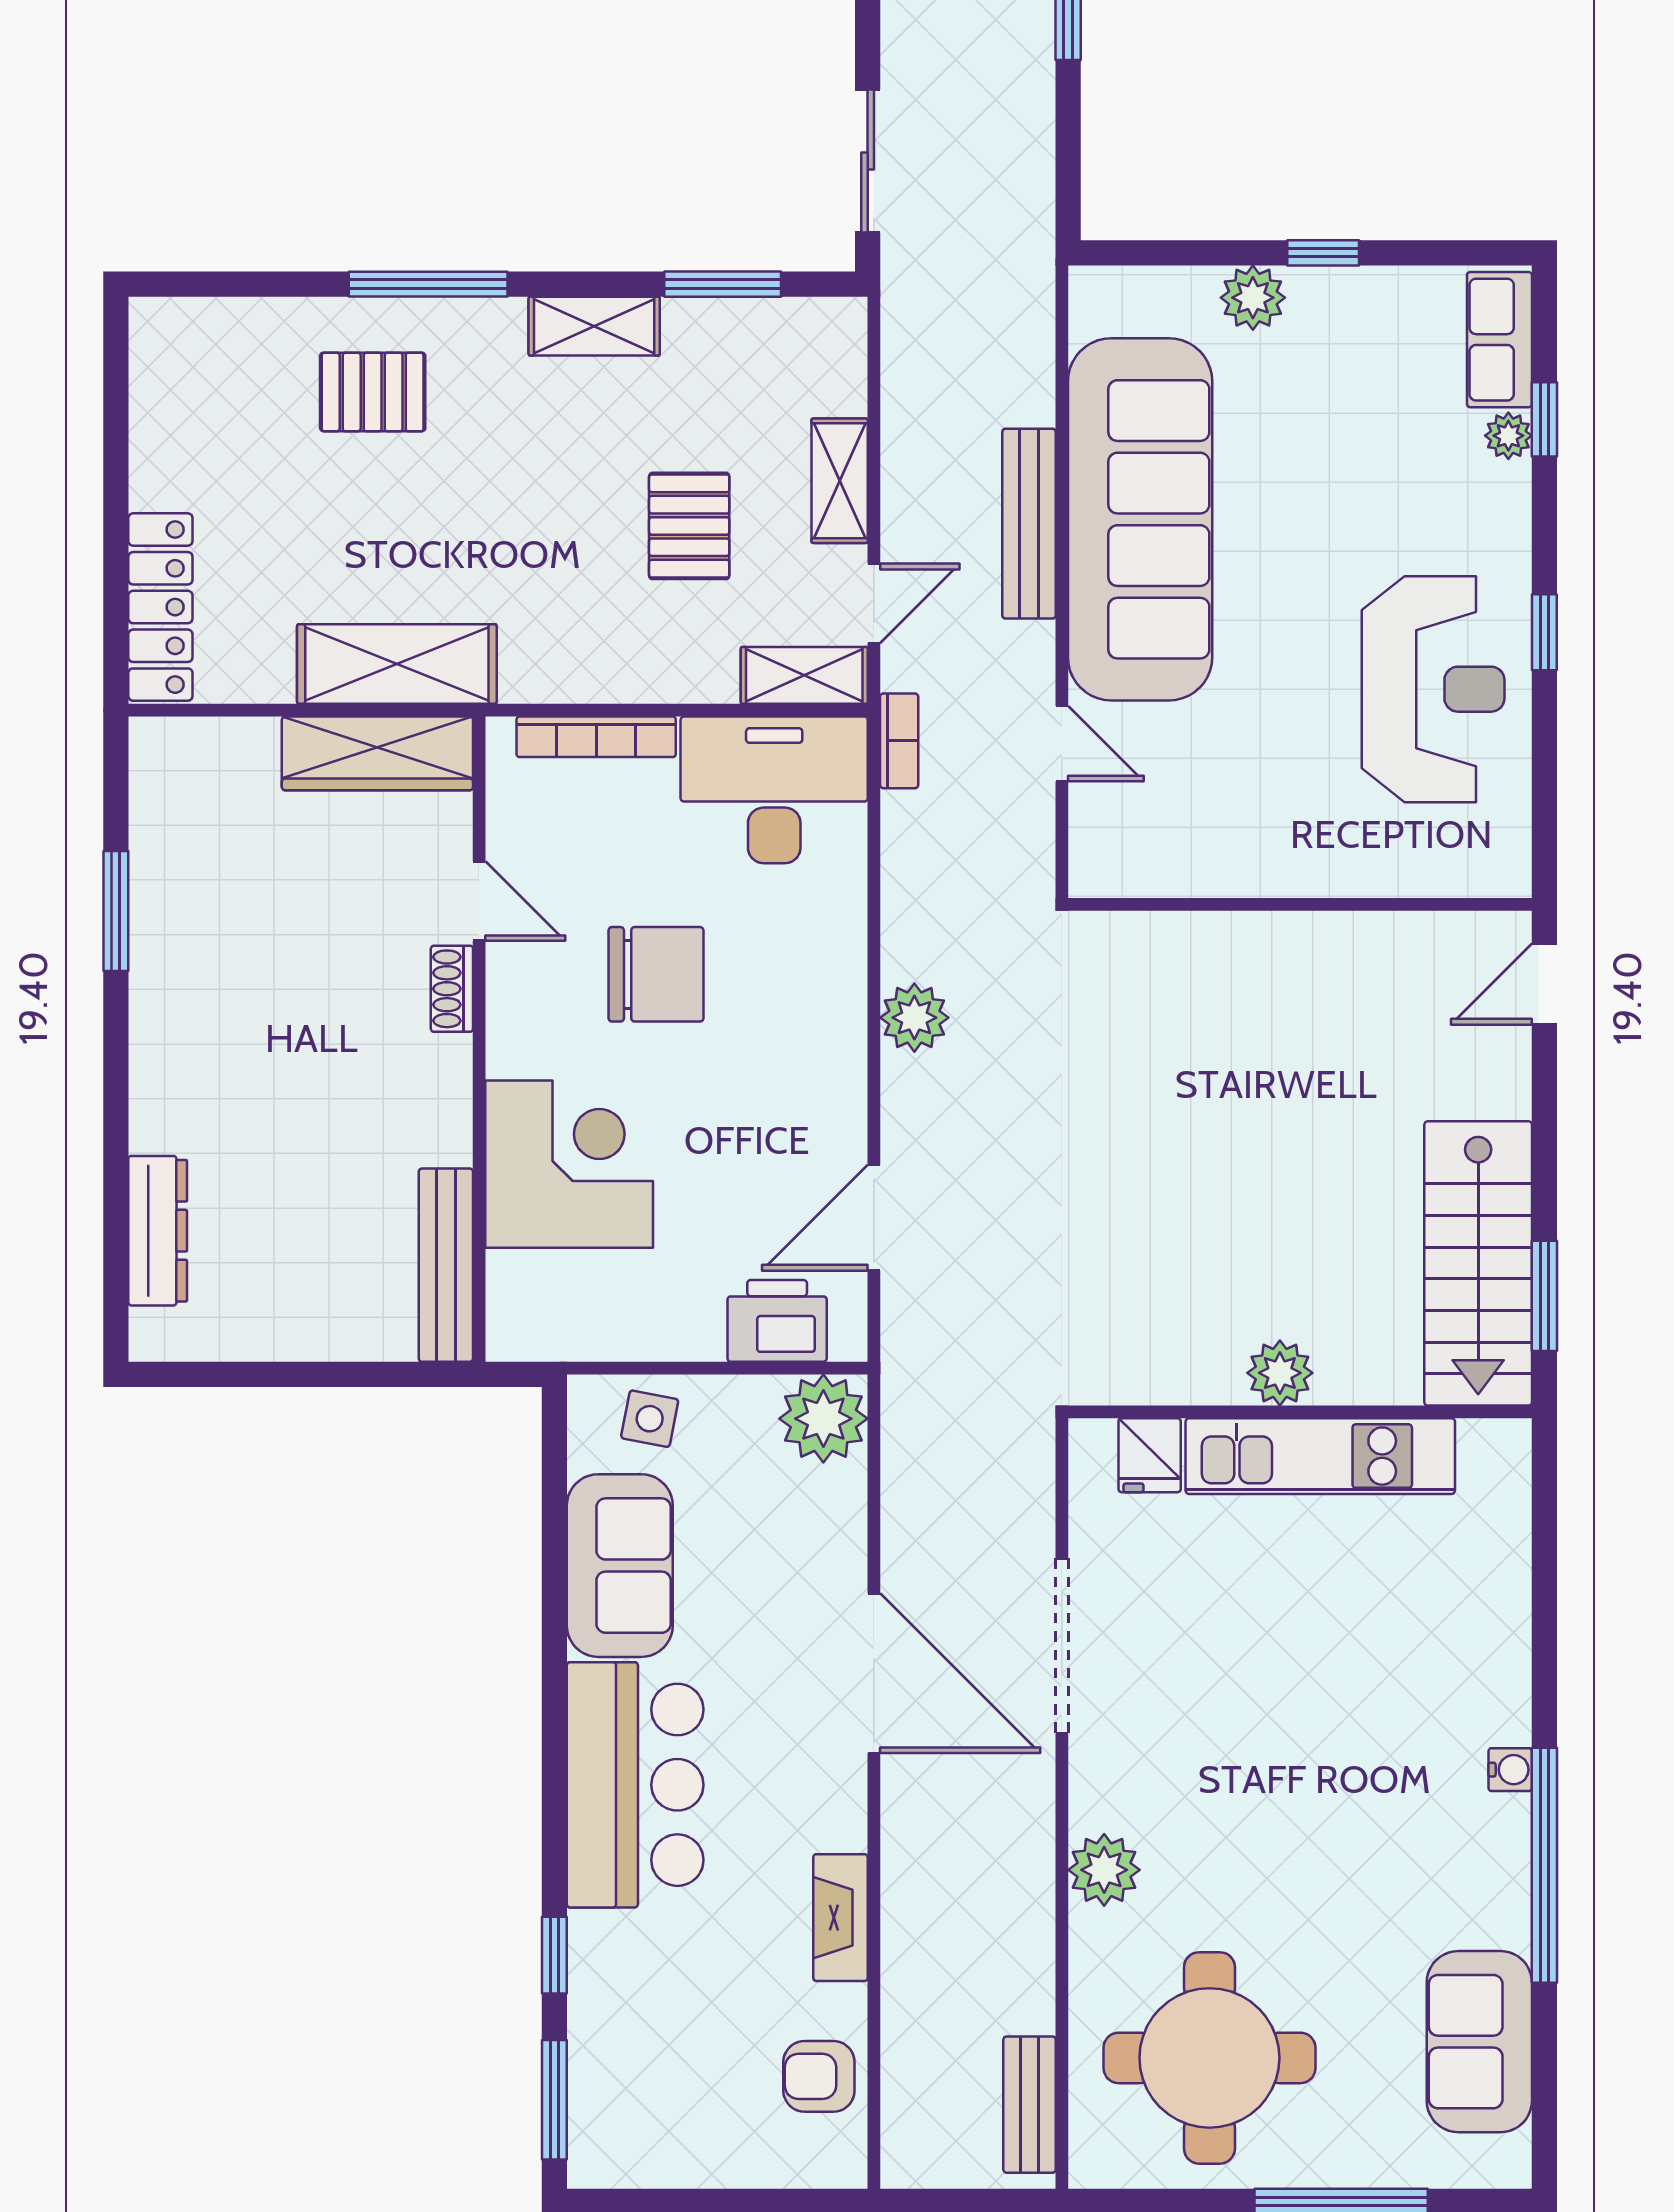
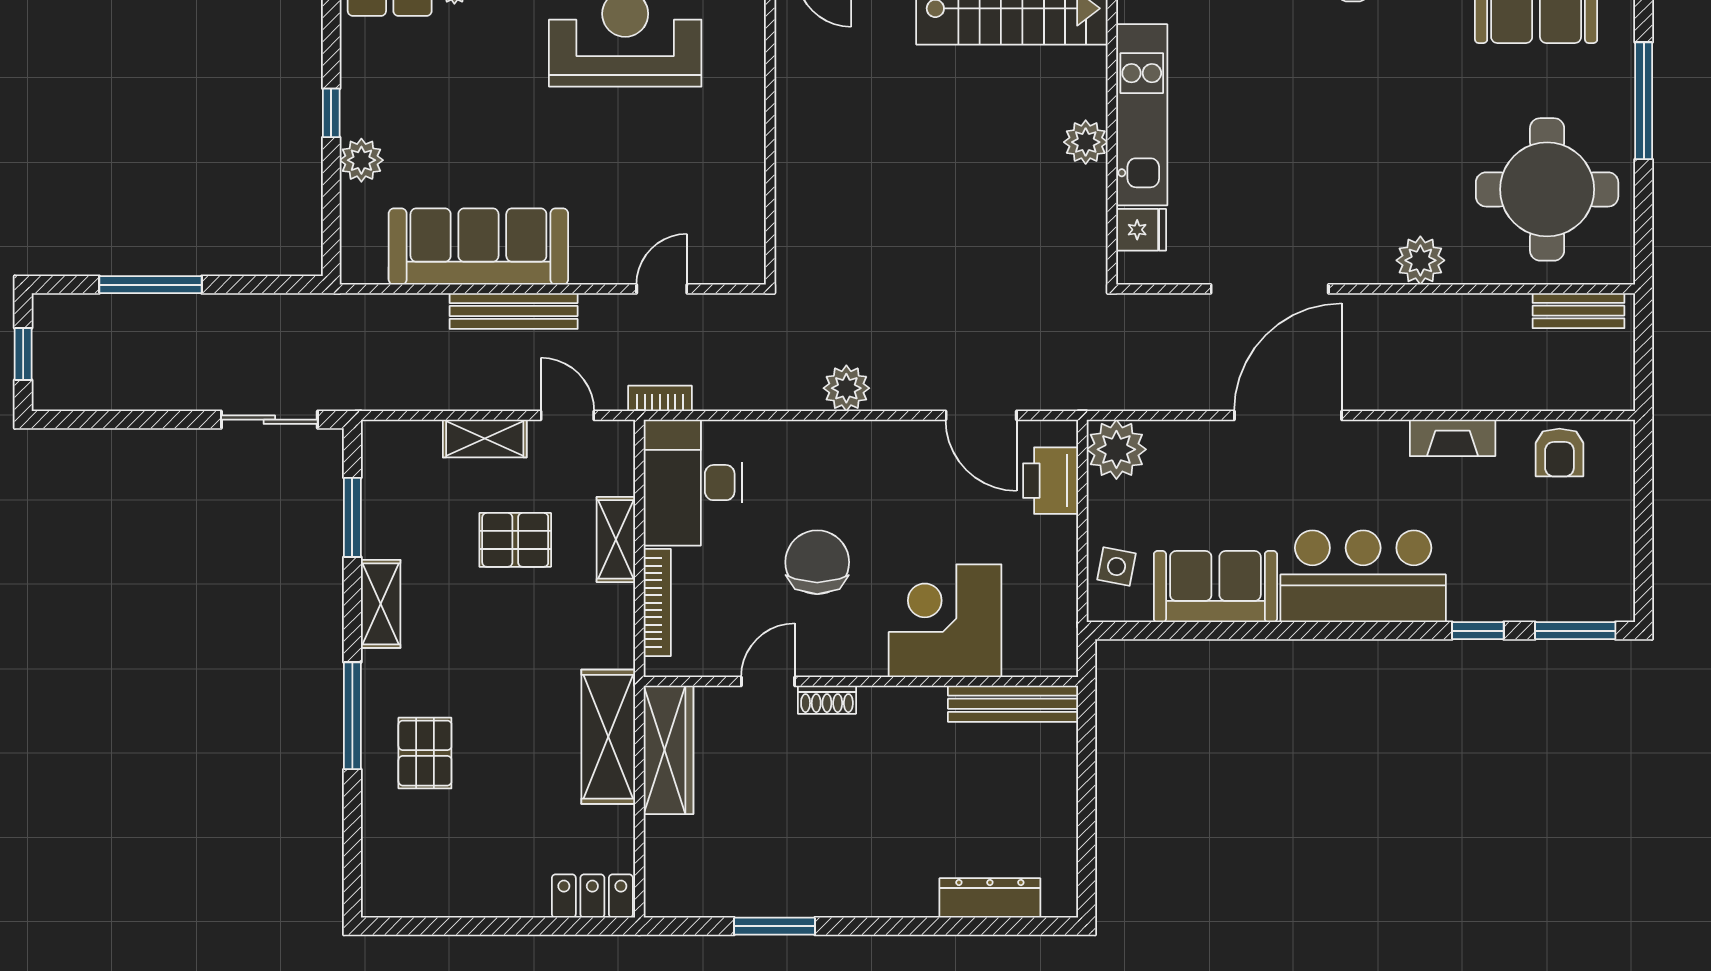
sofa: (1140, 519) -> (478, 246), width x0.74, depth x0.79
locker: (160, 607) -> (592, 896), width x0.66
shelving: (804, 675) -> (616, 539), moved

